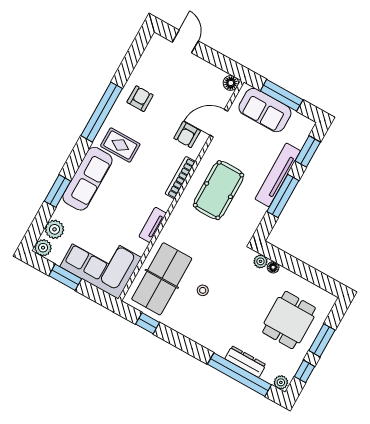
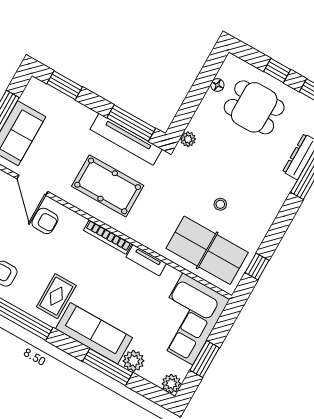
tv unit: (278, 175) -> (126, 139), moved
bookcase: (180, 178) -> (108, 237), moved
window: (58, 191) -> (108, 367), width x1.44
window: (283, 196) -> (131, 123), moved
plant: (55, 229) -> (134, 361), moved
floor lamp: (273, 267) -> (217, 85), moved
window: (322, 340) -> (277, 71), width x0.67

